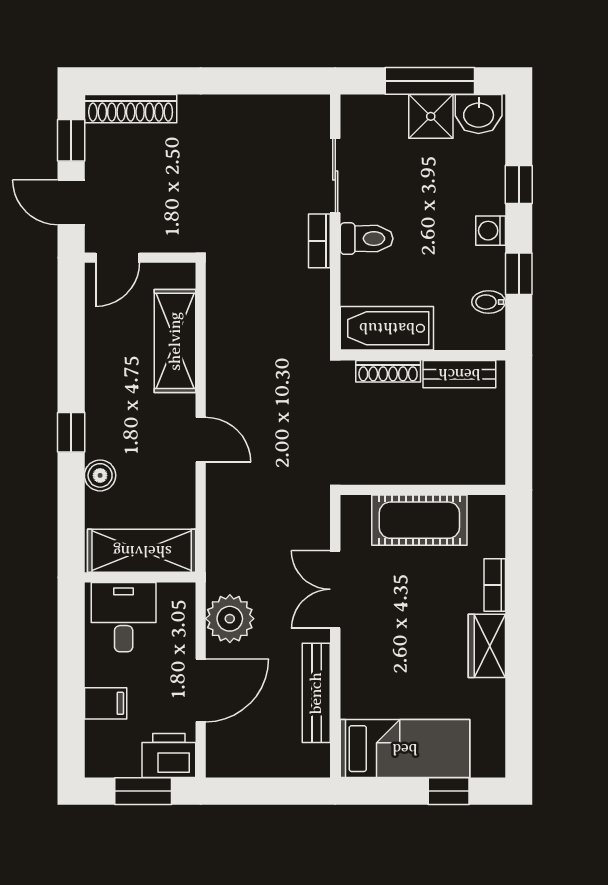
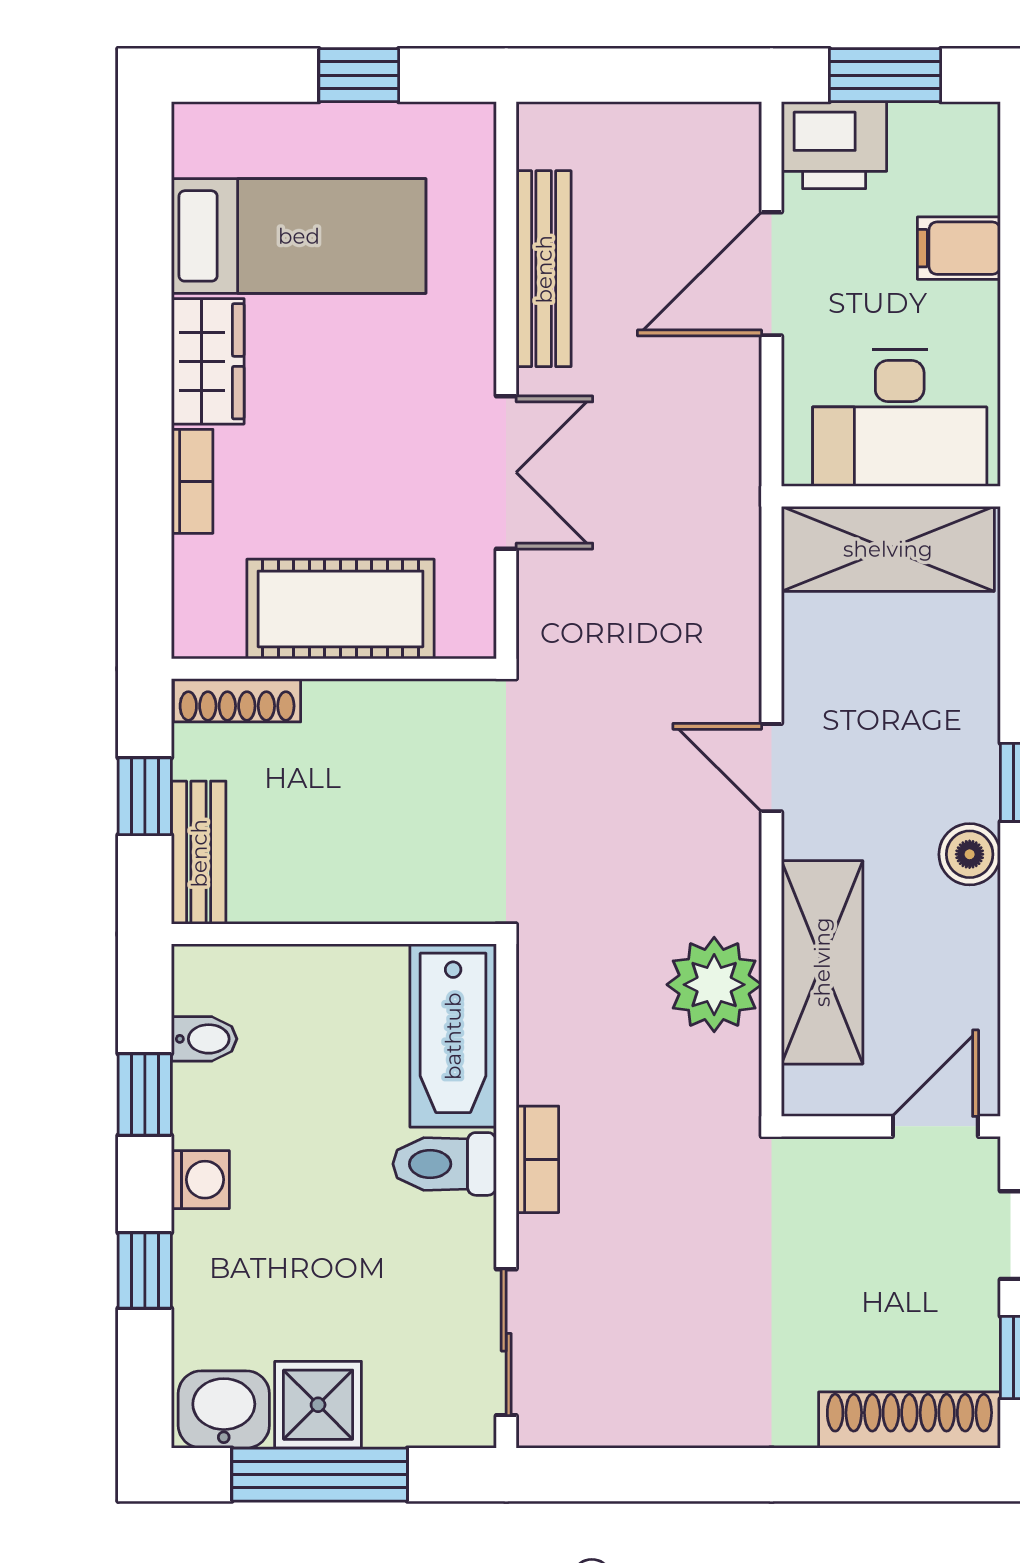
sliding door: (335, 176) -> (506, 1342), moved
bathtub: (387, 328) -> (453, 1036), moved, turned 90
shoe rack: (388, 371) -> (237, 700), moved, turned 180
bench: (459, 374) -> (199, 853), moved, turned 90
window: (519, 425) -> (145, 796), added
boiler: (100, 475) -> (970, 854), moved
desk: (124, 617) -> (900, 418), width x1.37
plant: (230, 619) -> (714, 985), moved
bed: (405, 749) -> (299, 236), moved, turned 180
window: (449, 791) -> (359, 75), moved

